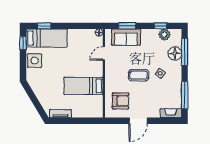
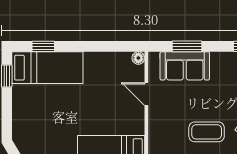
door: (104, 53) -> (146, 94), hinge flipped
side table: (35, 61) -> (27, 106), removed

